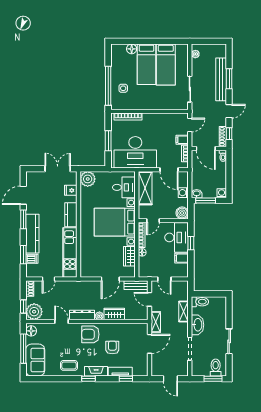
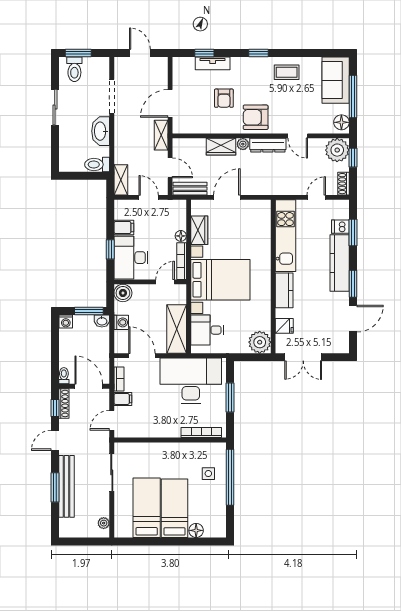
shelving: (184, 312) -> (121, 180), moved
armchair: (90, 334) -> (256, 117), turned 180
fireplace: (96, 371) -> (248, 64), removed

